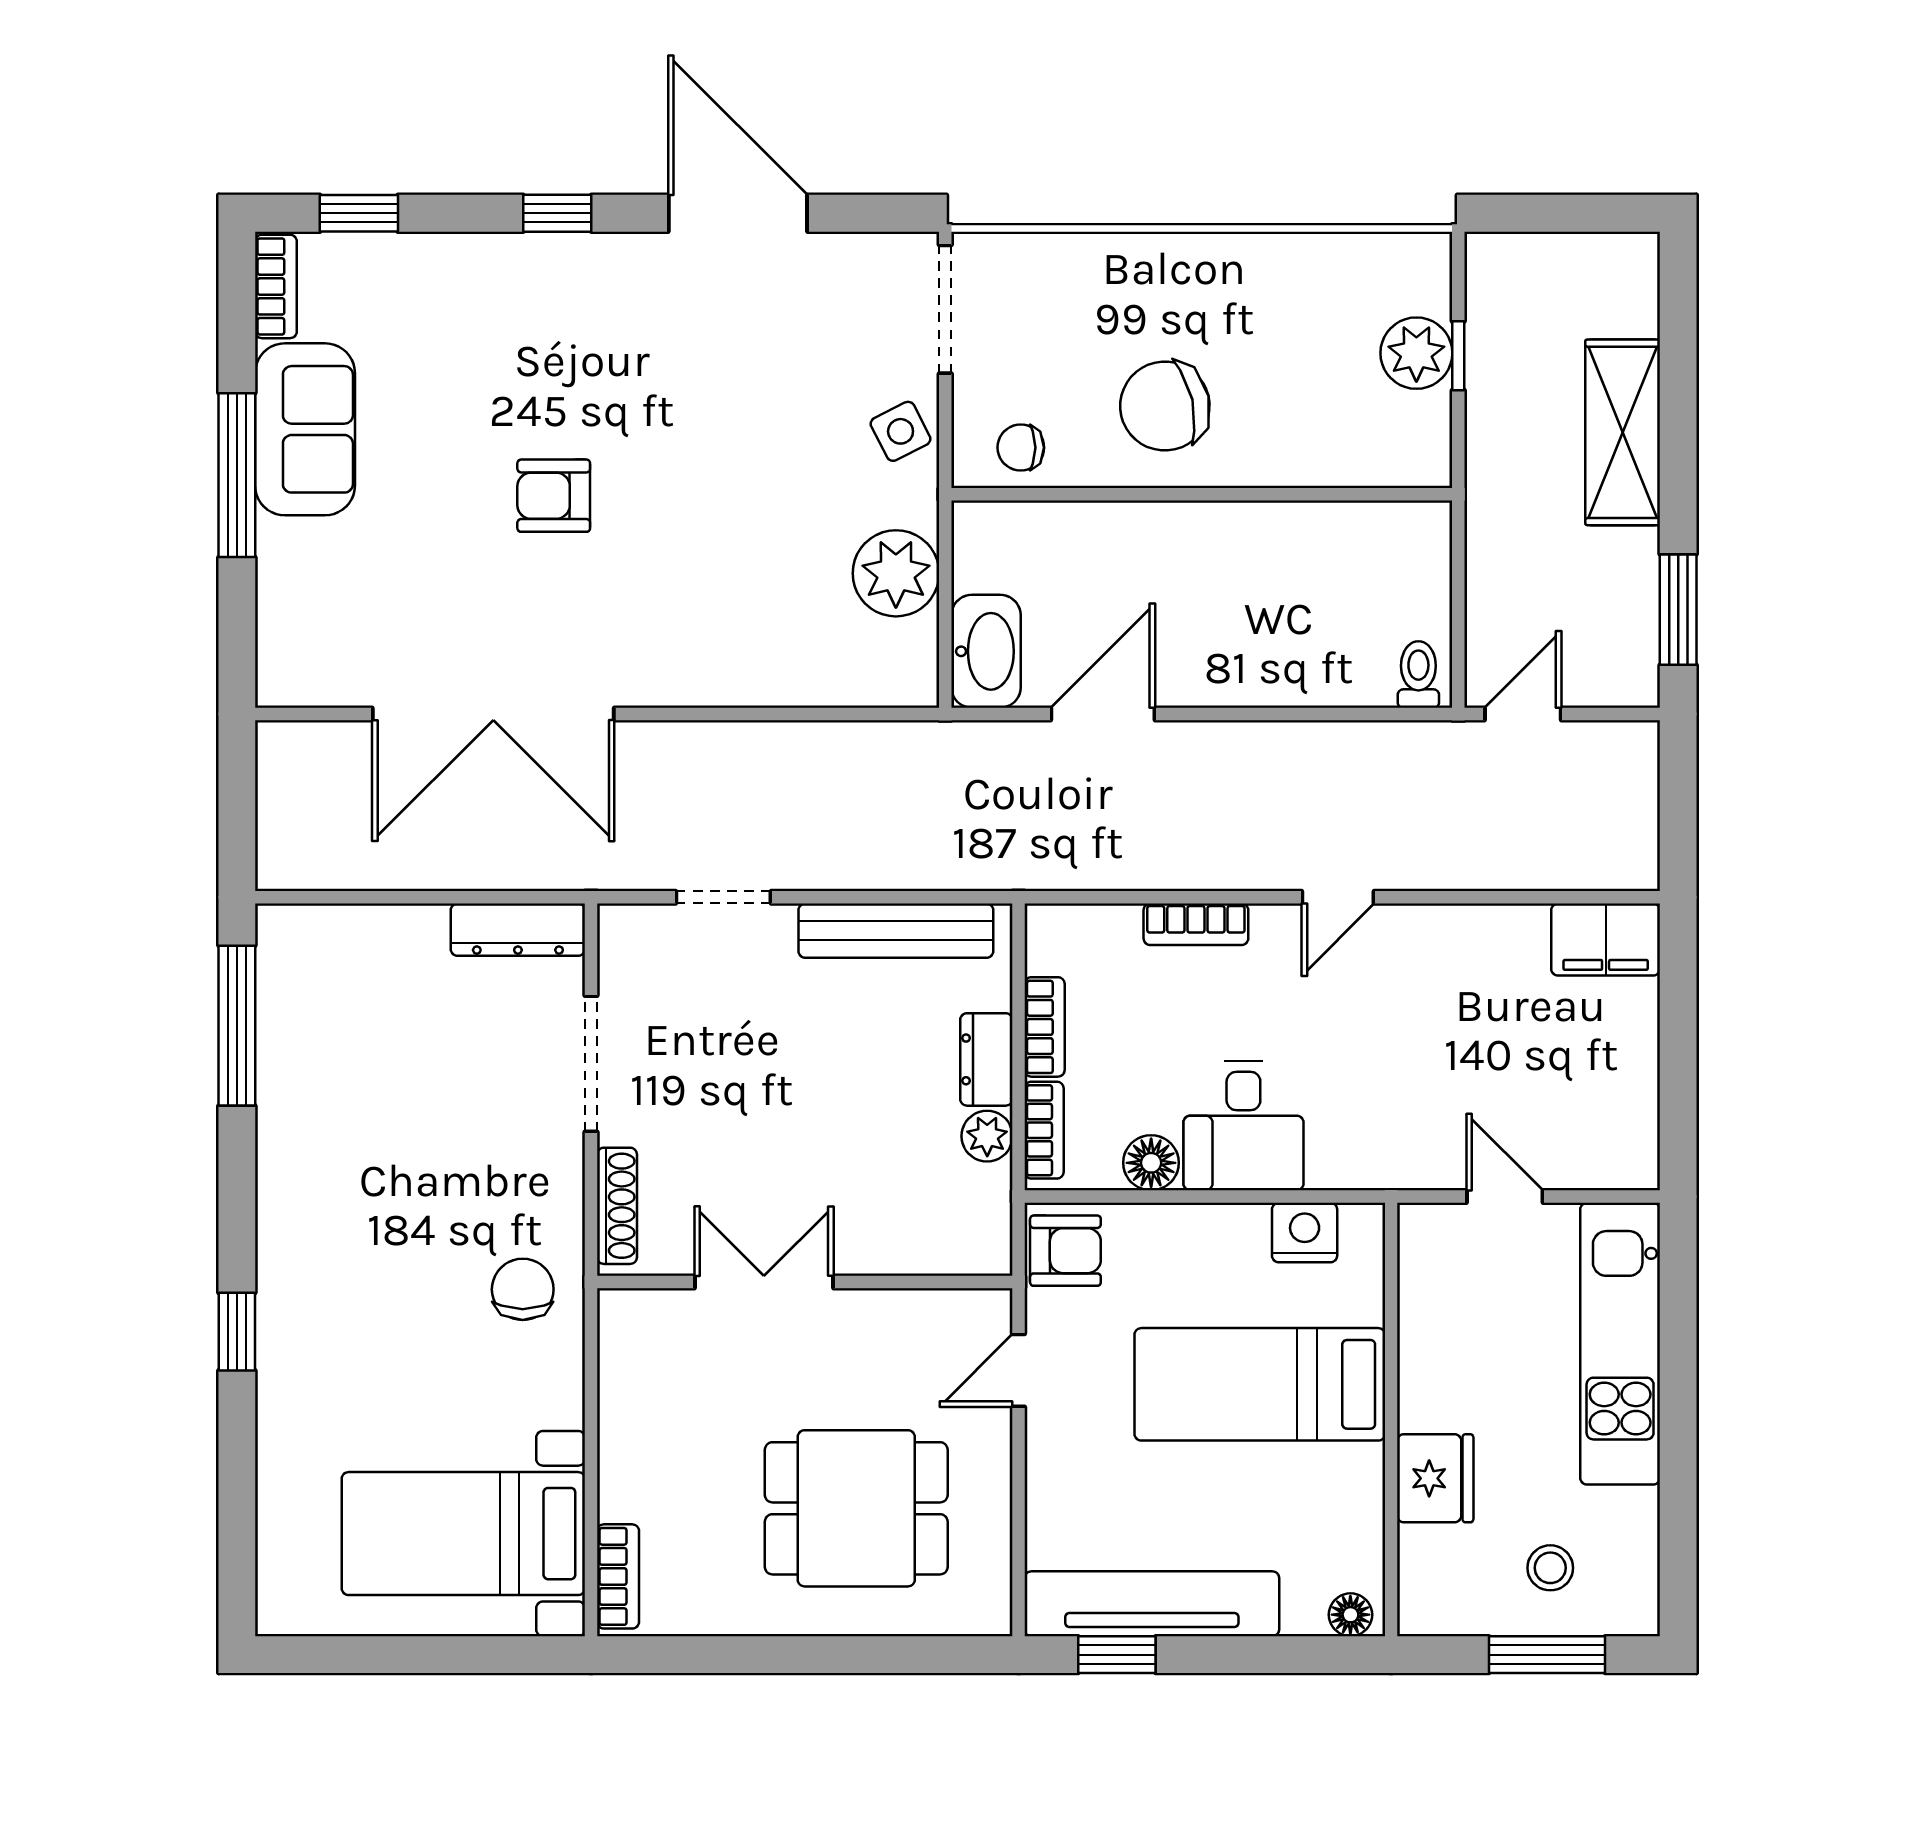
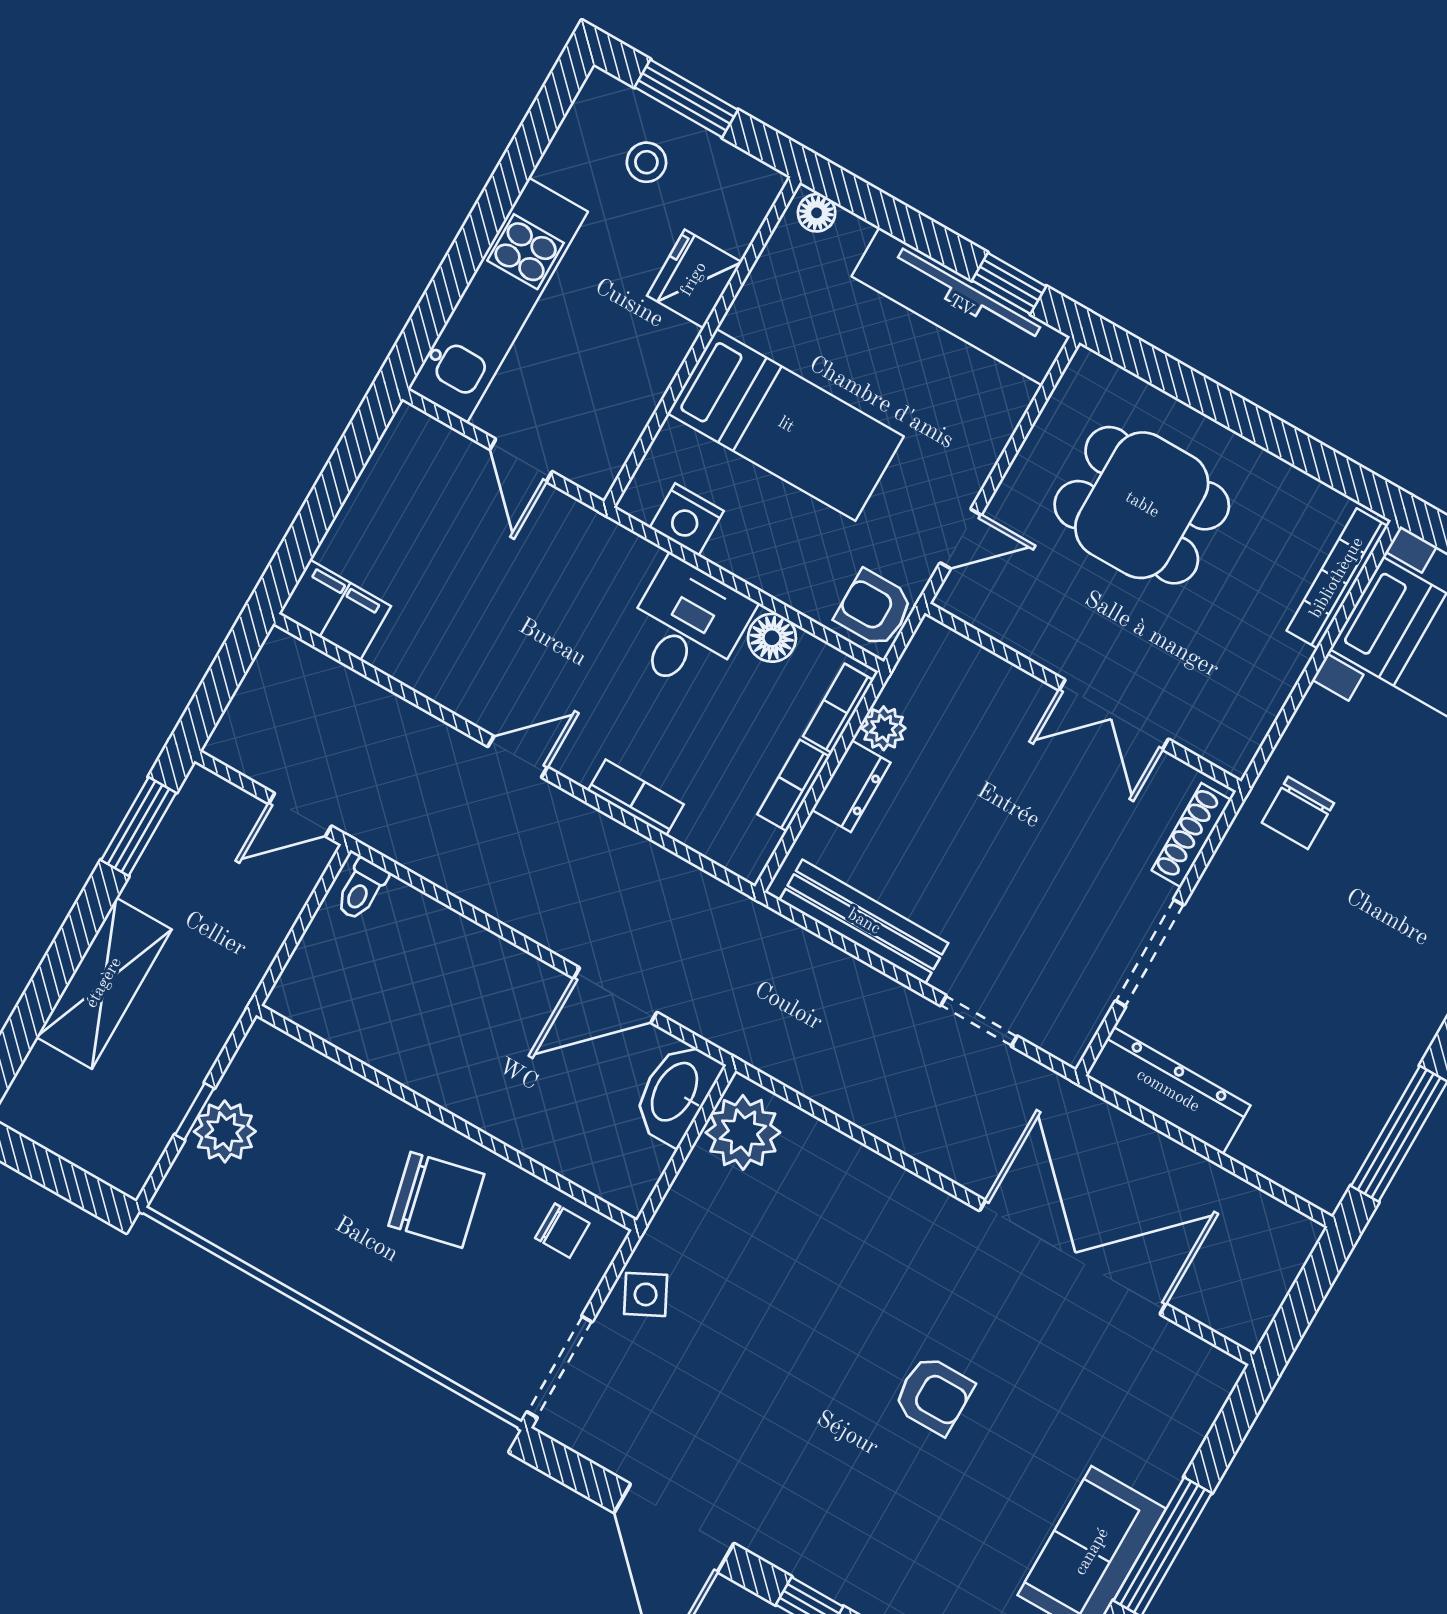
plant: (896, 573) -> (743, 1132), moved
dresser: (518, 930) -> (1168, 1091), width x1.37, depth x1.24
bookcase: (618, 1576) -> (1337, 578), width x1.56

